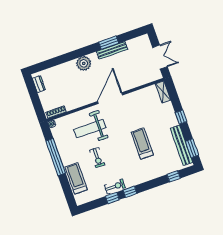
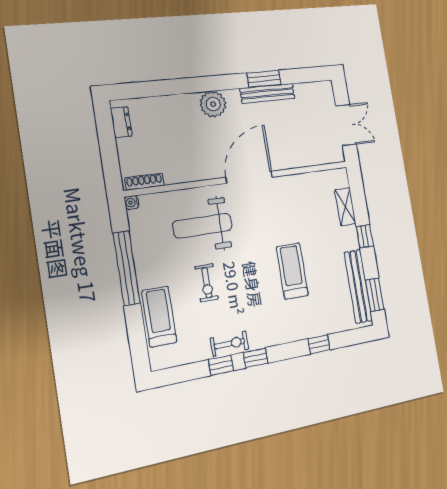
shelving: (163, 92) -> (345, 207), moved
window: (174, 176) -> (319, 344), moved

